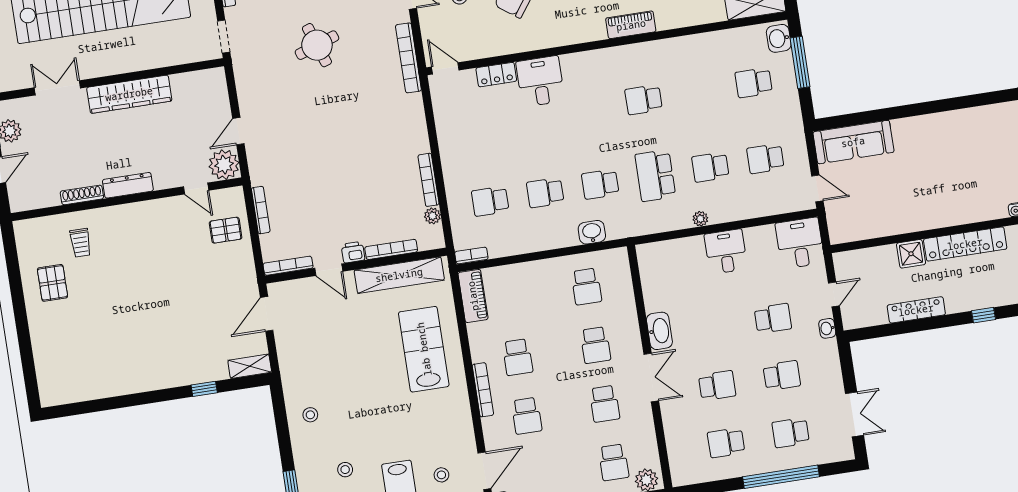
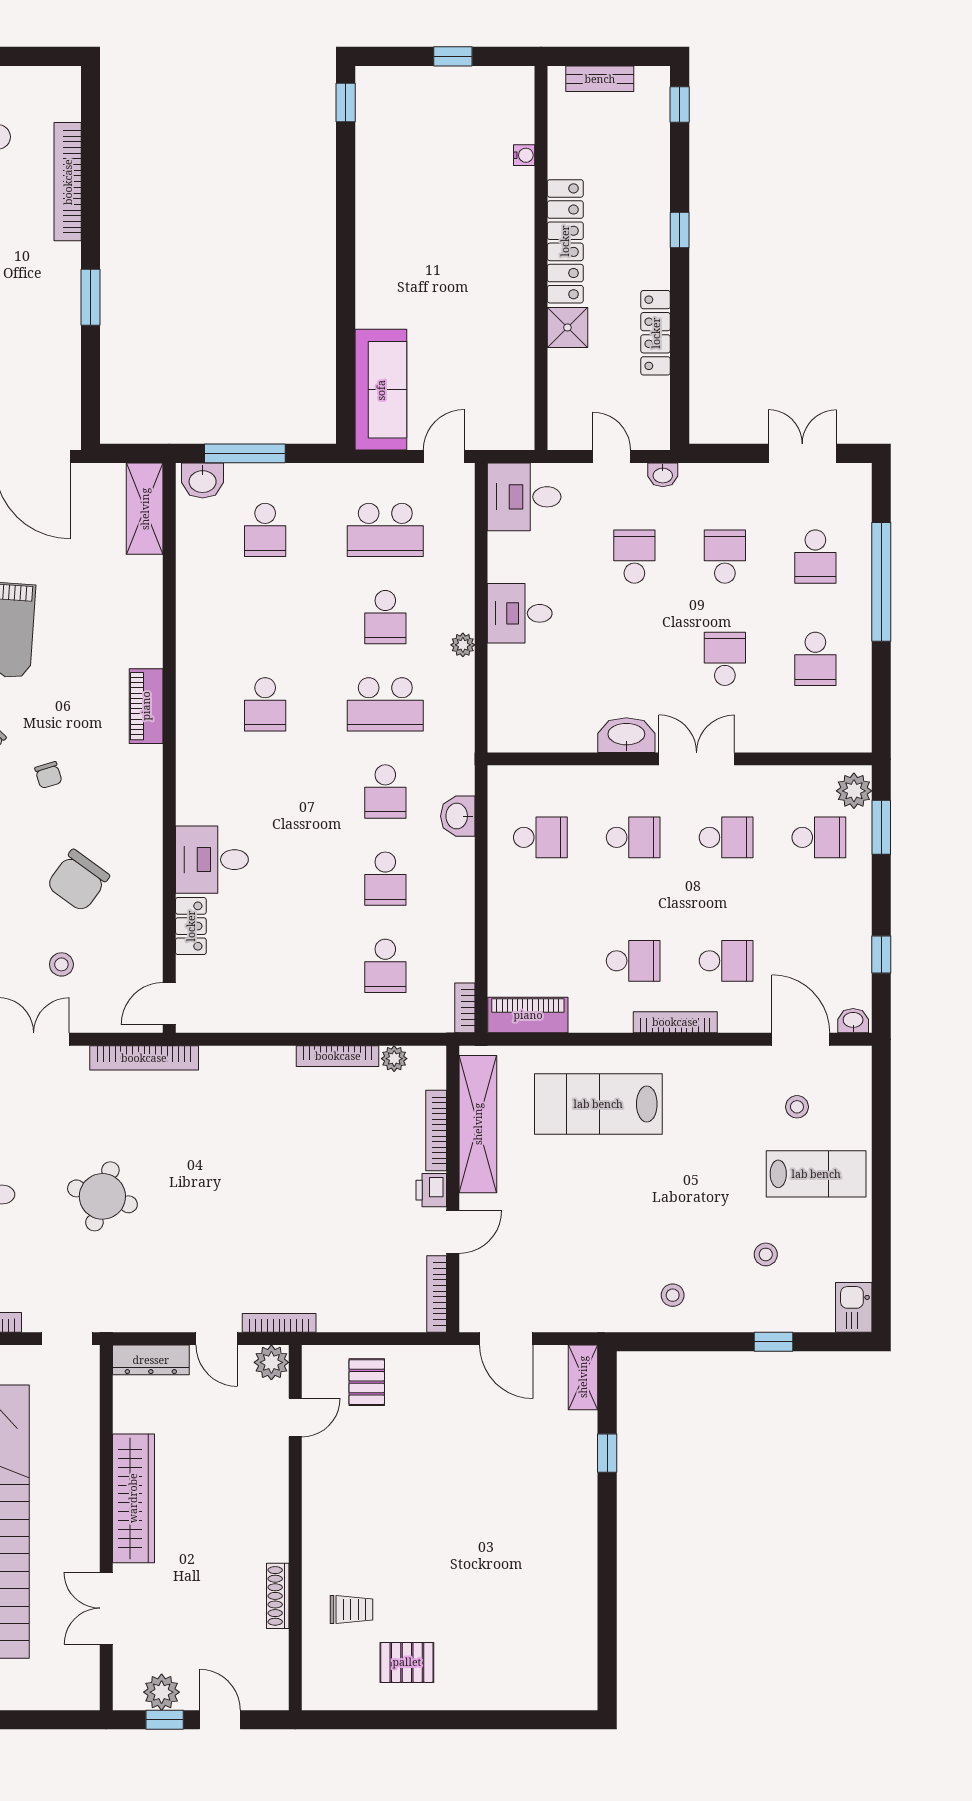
round table: (317, 45) -> (102, 1196), turned 36
school desk: (765, 159) -> (385, 530), width x1.85
plant: (224, 165) -> (271, 1362), width x0.73, depth x0.73
dresser: (128, 185) -> (151, 1360), moved, turned -90
bookcase: (261, 210) -> (279, 1323), moved

